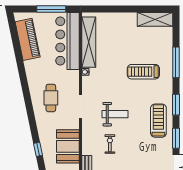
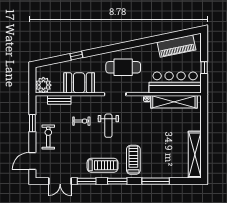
window: (51, 9) -> (204, 68), width x0.46
shelving: (155, 19) -> (195, 155), width x1.47
treadmill: (143, 72) -> (133, 160), moved
cafe table: (51, 98) -> (123, 67), width x1.37, depth x1.35

